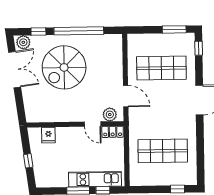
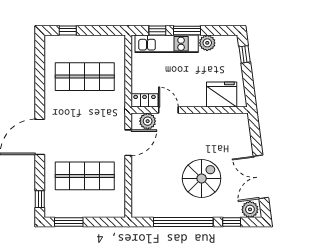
spiral stairs: (64, 67) -> (202, 178), width x0.73, depth x0.73
door: (126, 96) -> (128, 143), swing flipped
fridge: (48, 135) -> (222, 94), width x1.88, depth x1.34
window: (28, 161) -> (245, 54), moved
plant: (61, 181) -> (207, 43), added

